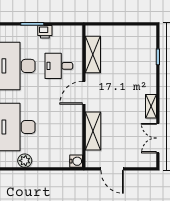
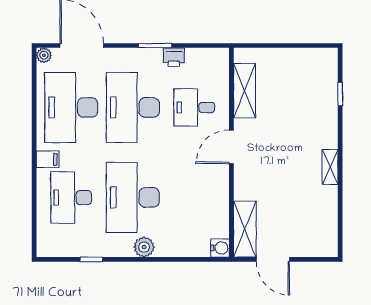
shelving: (93, 131) -> (245, 229), moved
double door: (158, 138) -> (340, 214), removed

